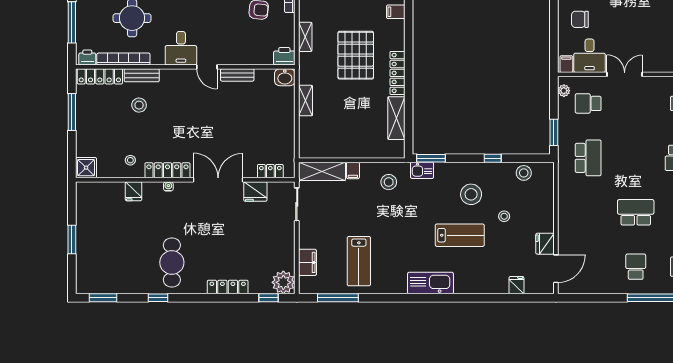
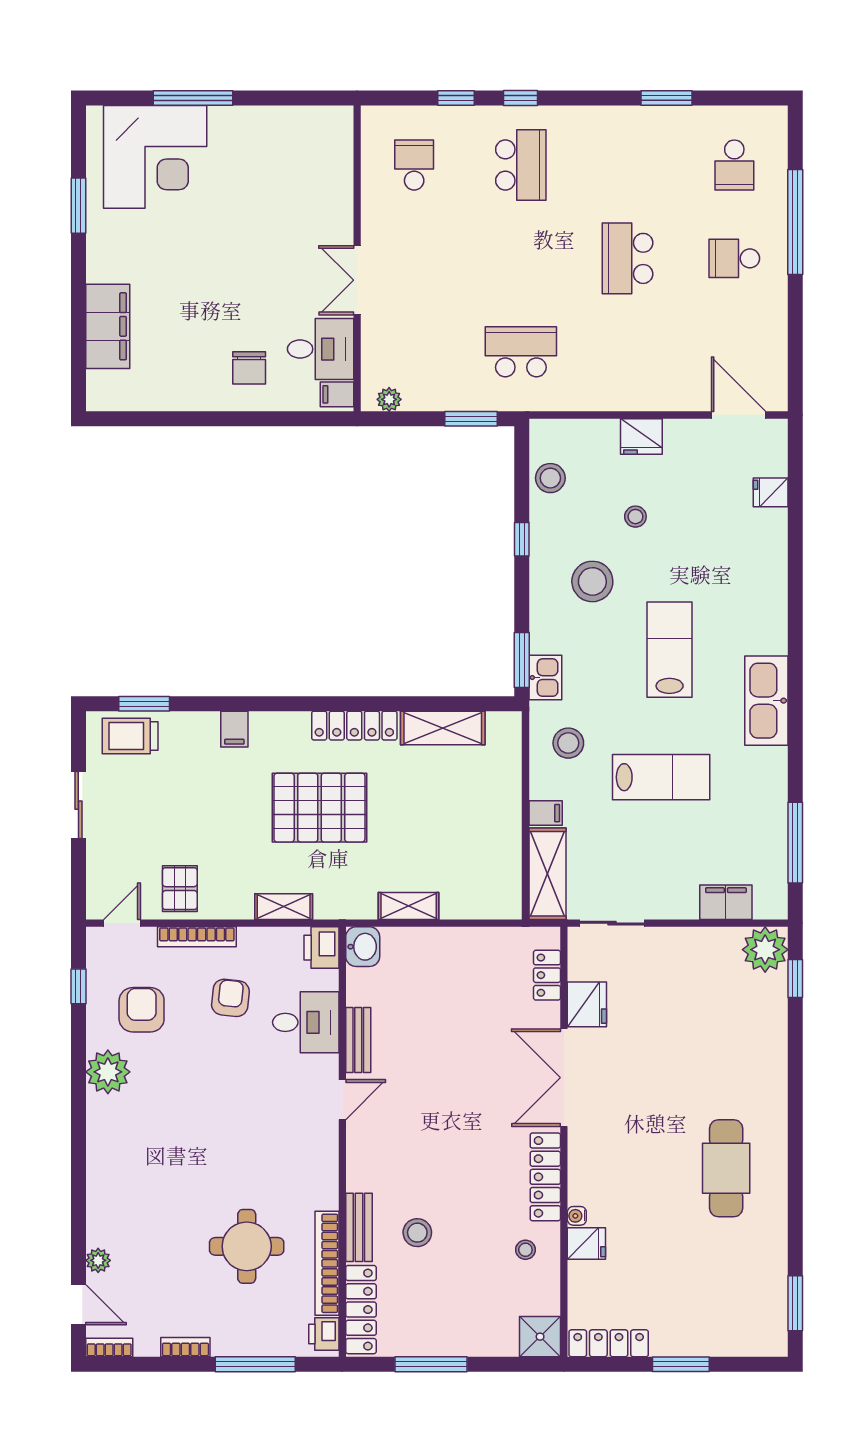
desk: (181, 48) -> (306, 1022), moved
school desk: (588, 103) -> (414, 352), removed
water cooler: (168, 186) -> (577, 1216), moved
lab bench: (460, 235) -> (670, 650), moved
fridge: (545, 244) -> (641, 436), moved
lab bench: (359, 261) -> (661, 777), moved
cafe table: (172, 262) -> (726, 1168), turned 90
kitchen sink: (430, 283) -> (766, 701), moved
locker: (228, 287) -> (609, 1343), moved, turned 90
window: (158, 298) -> (795, 1195), removed

